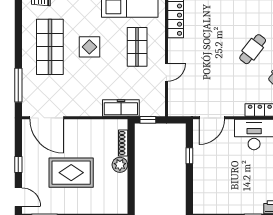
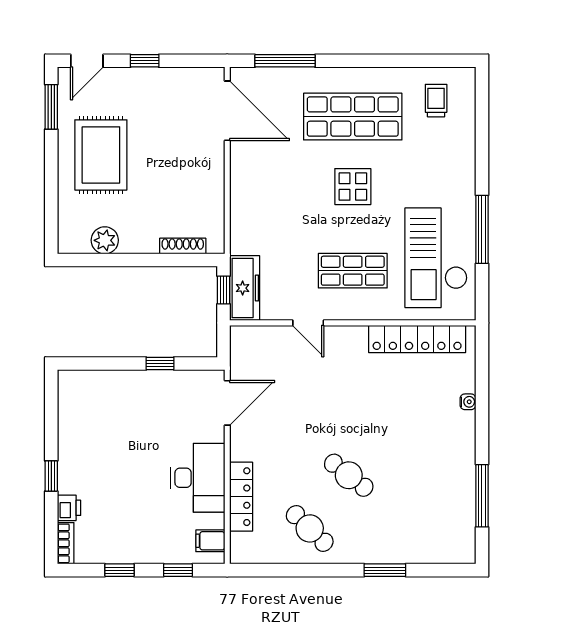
freezer: (121, 108) -> (245, 288), moved
door: (47, 118) -> (227, 111), swing flipped
door: (212, 118) -> (227, 403), swing flipped
plant: (120, 165) -> (105, 240), moved
rug: (71, 173) -> (101, 155), moved

